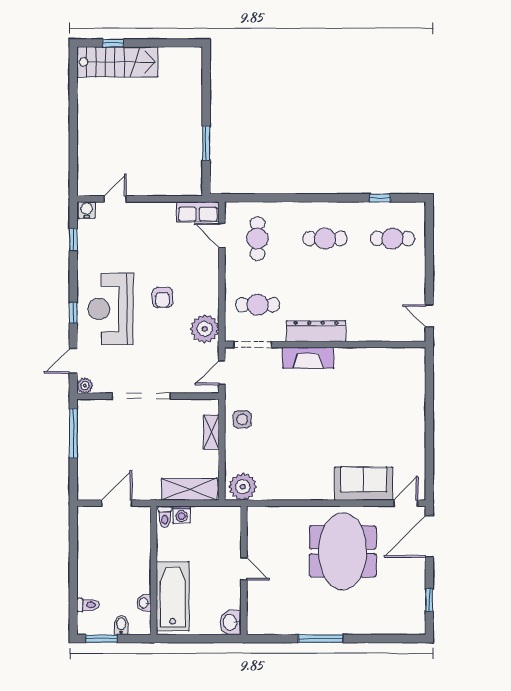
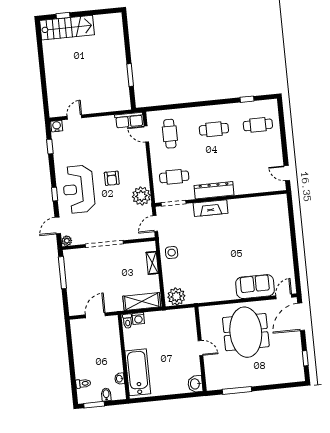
door: (244, 569) -> (201, 348), moved
wall: (244, 570) -> (201, 349), moved
washbasin: (231, 622) -> (195, 384), moved

